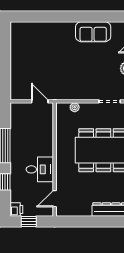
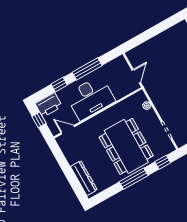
desk: (40, 169) -> (90, 98), width x1.87, depth x1.30
printer: (16, 210) -> (49, 105), width x1.87, depth x1.48

